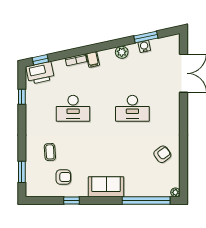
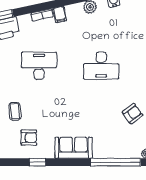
desk: (73, 108) -> (39, 66), turned 180

